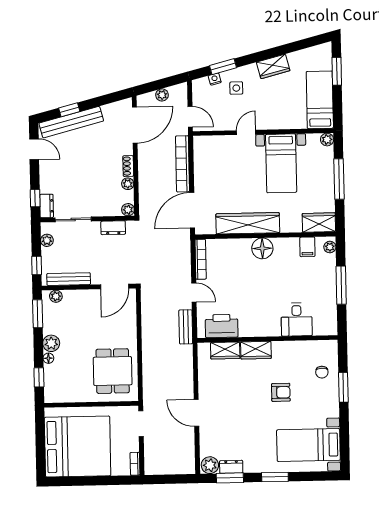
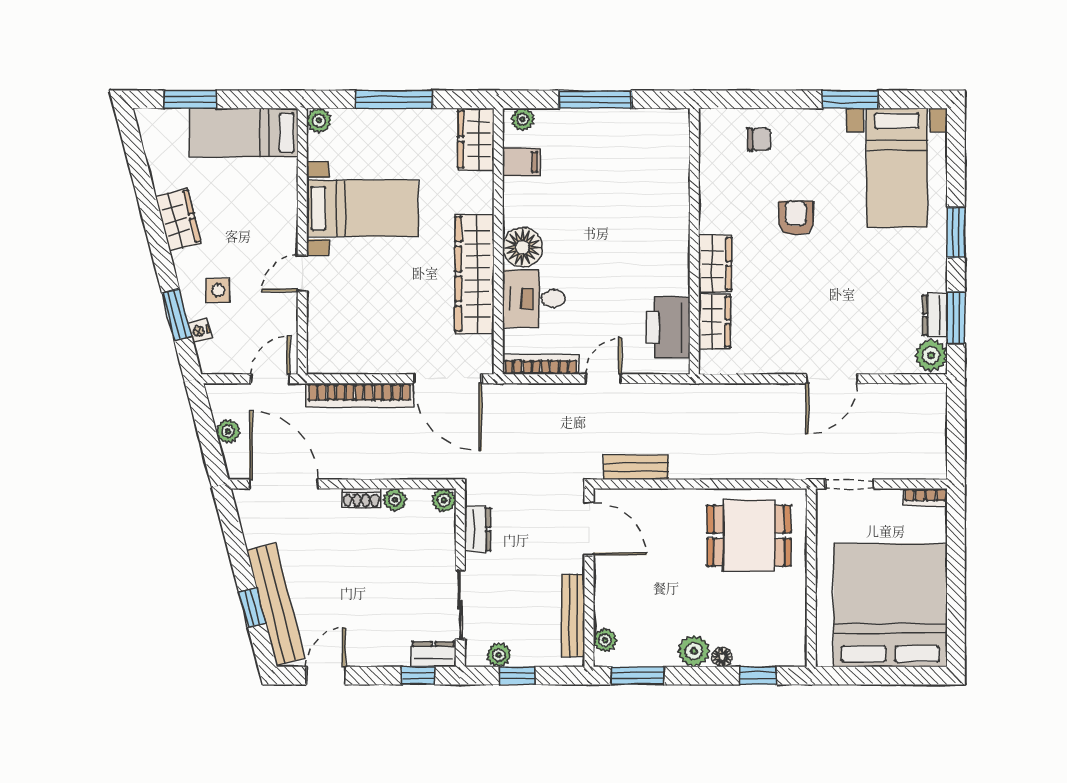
door: (246, 132) -> (302, 274), hinge flipped
window: (37, 265) -> (517, 676), moved
desk: (297, 319) -> (534, 299), moved, turned 180
bench: (186, 327) -> (636, 467), moved
window: (343, 387) -> (850, 99), moved

